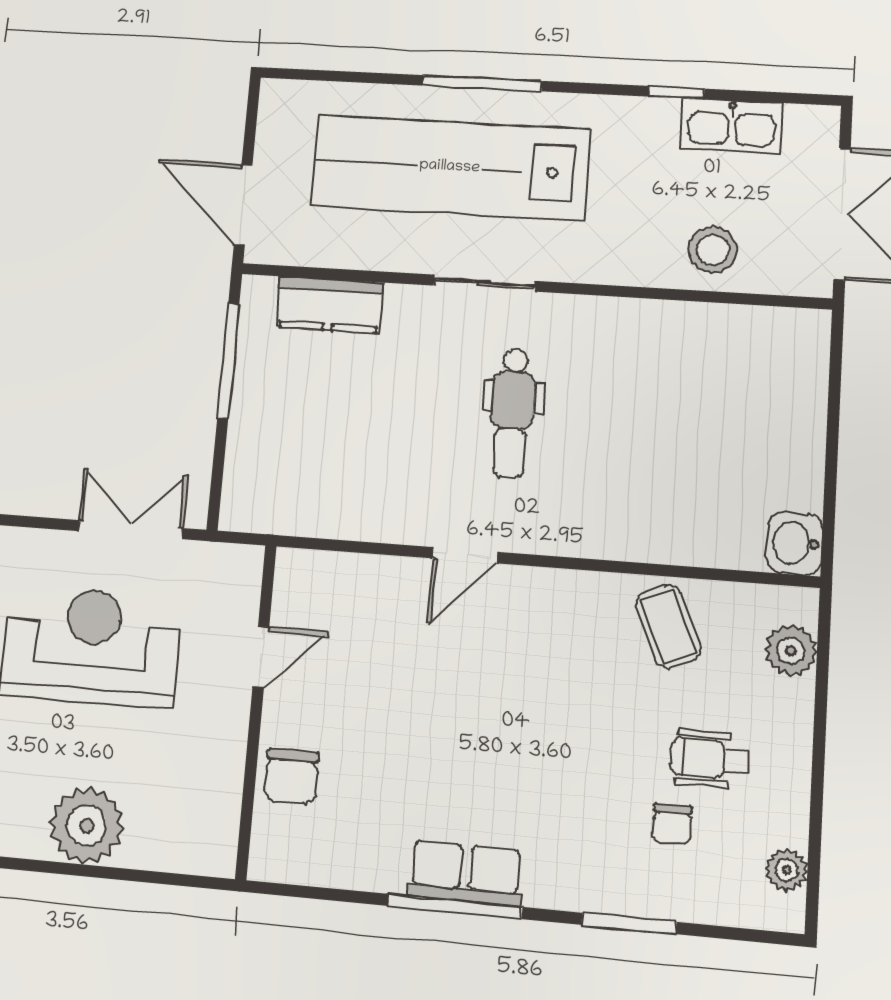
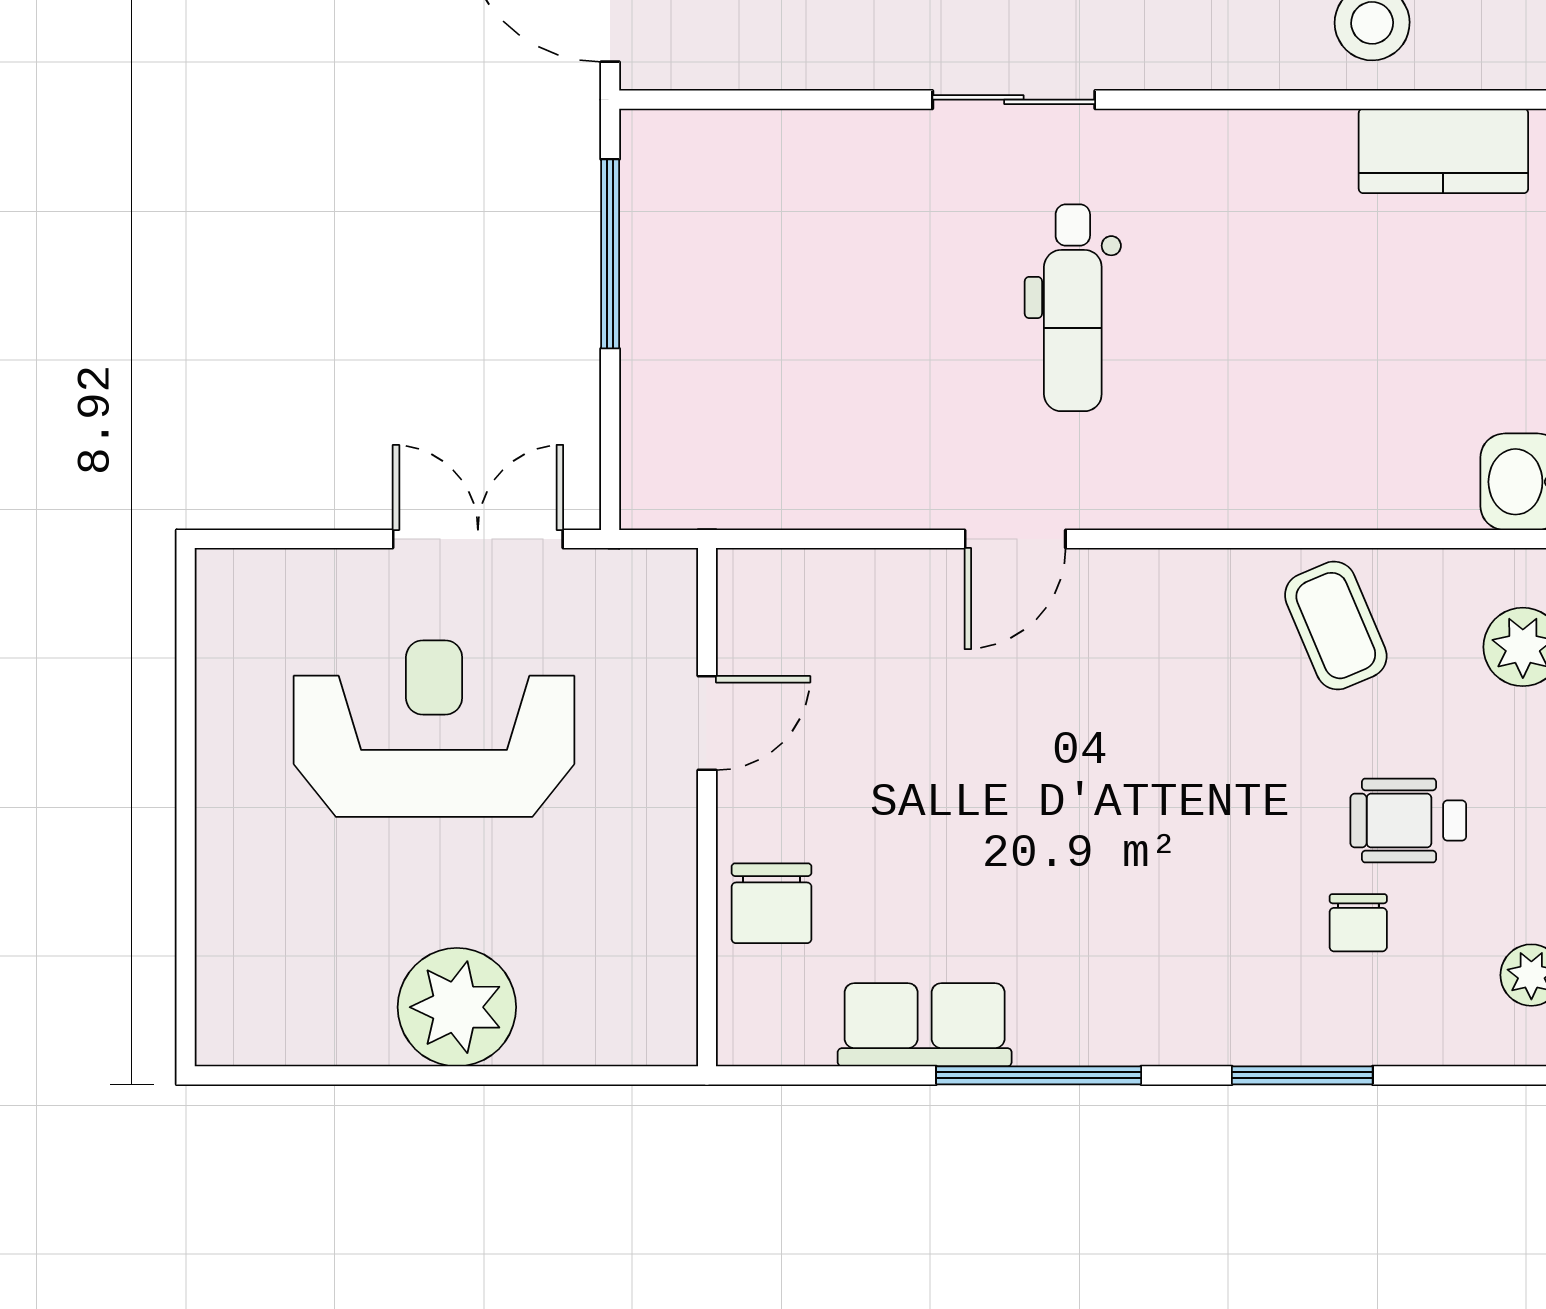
kitchen counter: (330, 305) -> (1443, 151), moved
row of seats: (465, 873) -> (925, 1025), moved

